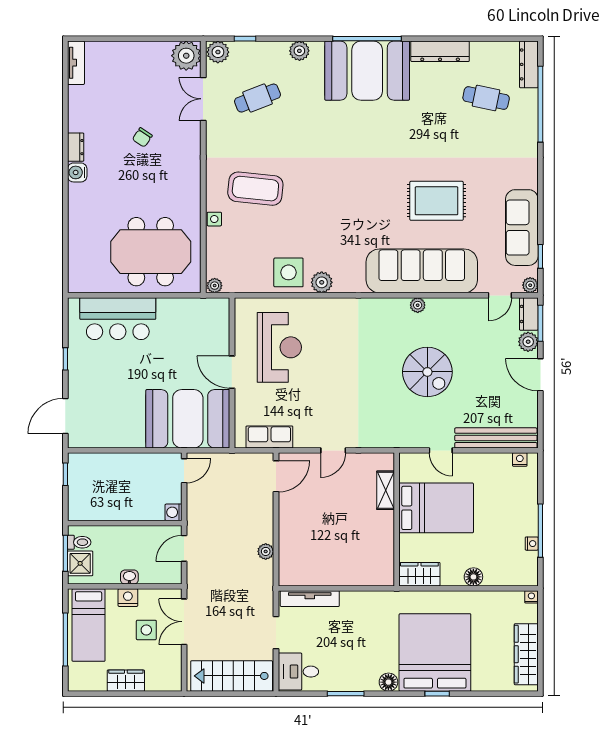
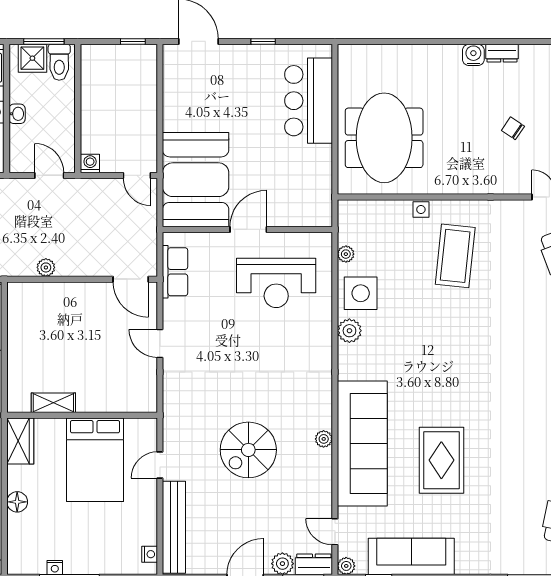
plant: (215, 286) -> (346, 254), moved
shelving: (386, 490) -> (53, 403), moved
toilet: (79, 542) -> (59, 62), width x1.37, depth x1.39

